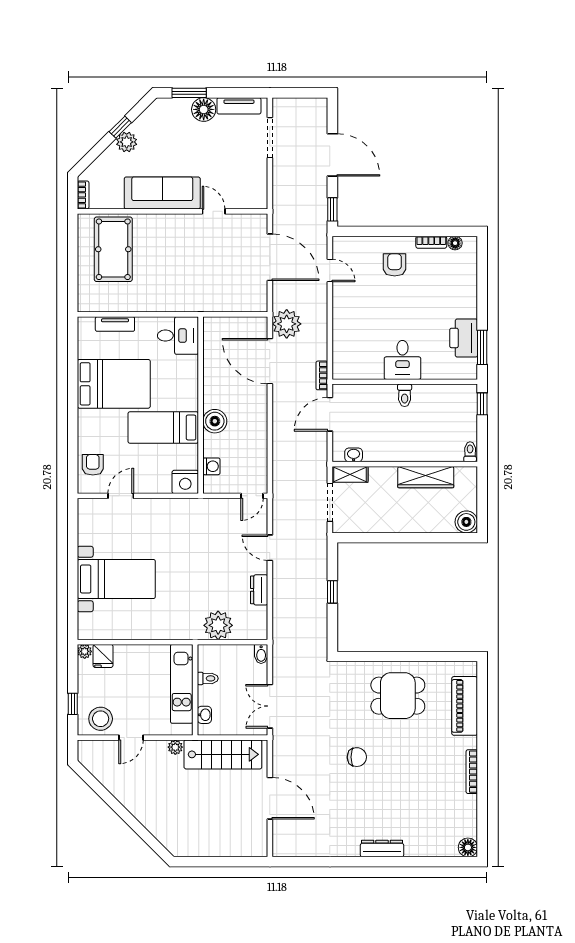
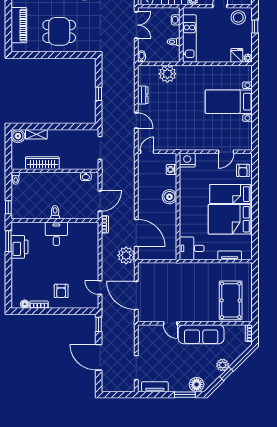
floor lamp: (204, 109) -> (197, 385), moved
bed: (163, 427) -> (231, 194), moved, turned 180
shelving: (350, 474) -> (36, 134), moved

